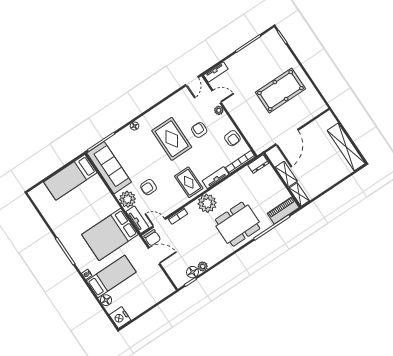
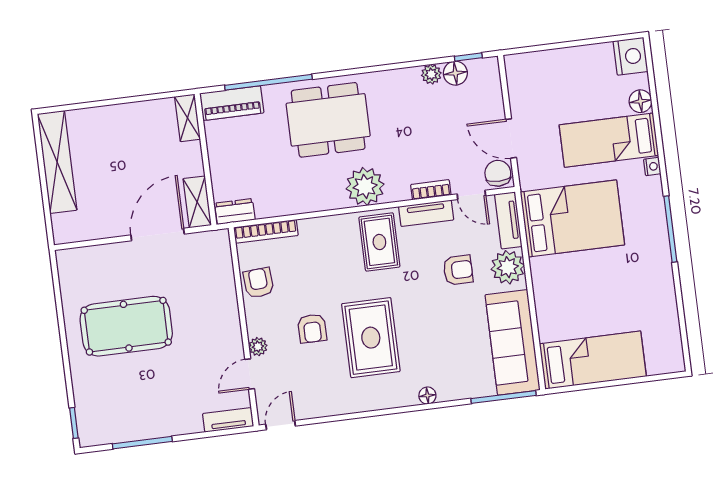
door: (216, 97) -> (250, 374), hinge flipped
shelving: (286, 174) -> (197, 202), moved
tv unit: (216, 178) -> (426, 213), moved

